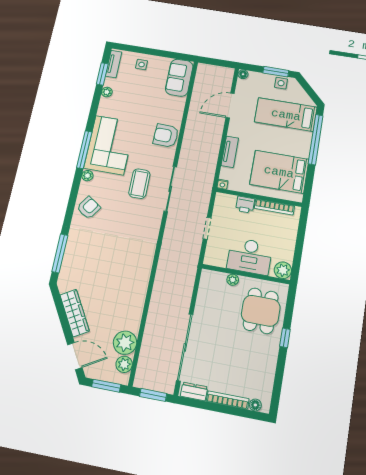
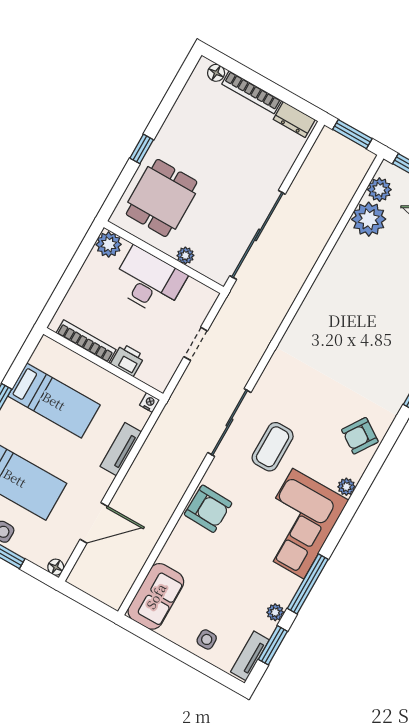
window: (84, 150) -> (308, 584), moved
bed: (279, 172) -> (54, 401), width x0.67
sliding door: (185, 347) -> (258, 235), moved

